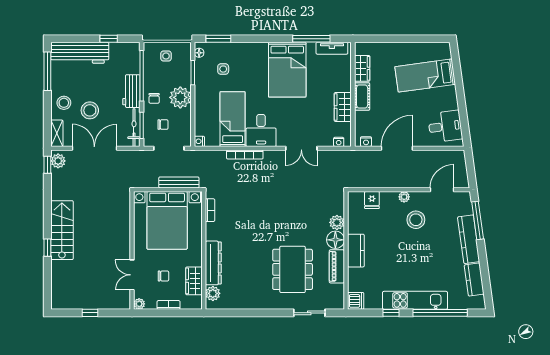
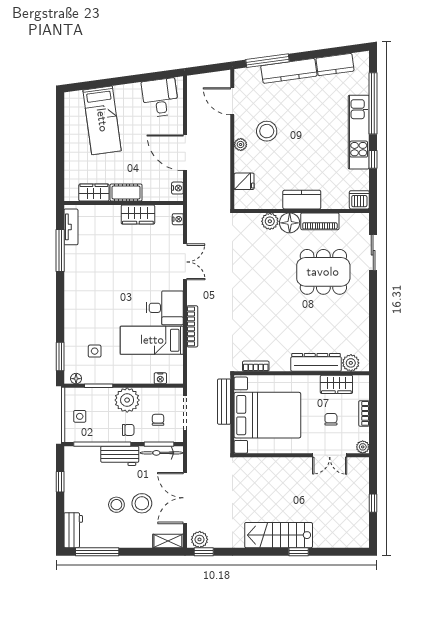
workbench: (80, 53) -> (73, 530), width x0.53, depth x0.76
bed: (287, 70) -> (95, 278), removed
stool: (64, 103) -> (116, 505), moved
nightstand: (199, 141) -> (160, 378), moved

